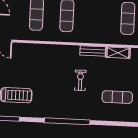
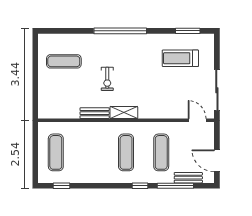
shelving: (118, 53) -> (124, 113), moved

